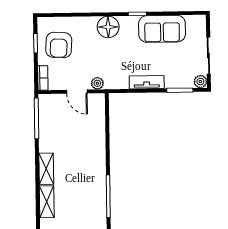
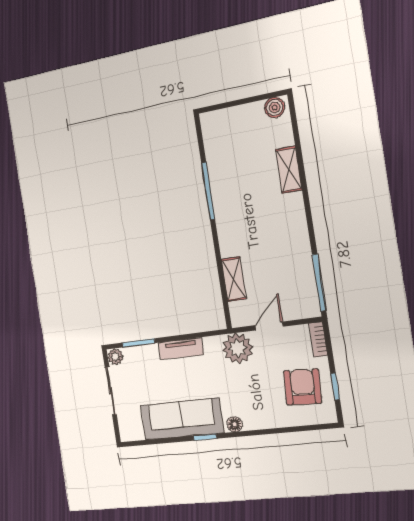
floor lamp: (108, 27) -> (235, 424), width x0.53, depth x0.53
sofa: (162, 29) -> (182, 419), width x1.36
plant: (97, 83) -> (238, 348), width x1.88, depth x1.88
door: (77, 92) -> (269, 326), hinge flipped
shelving: (46, 169) -> (234, 279), moved

